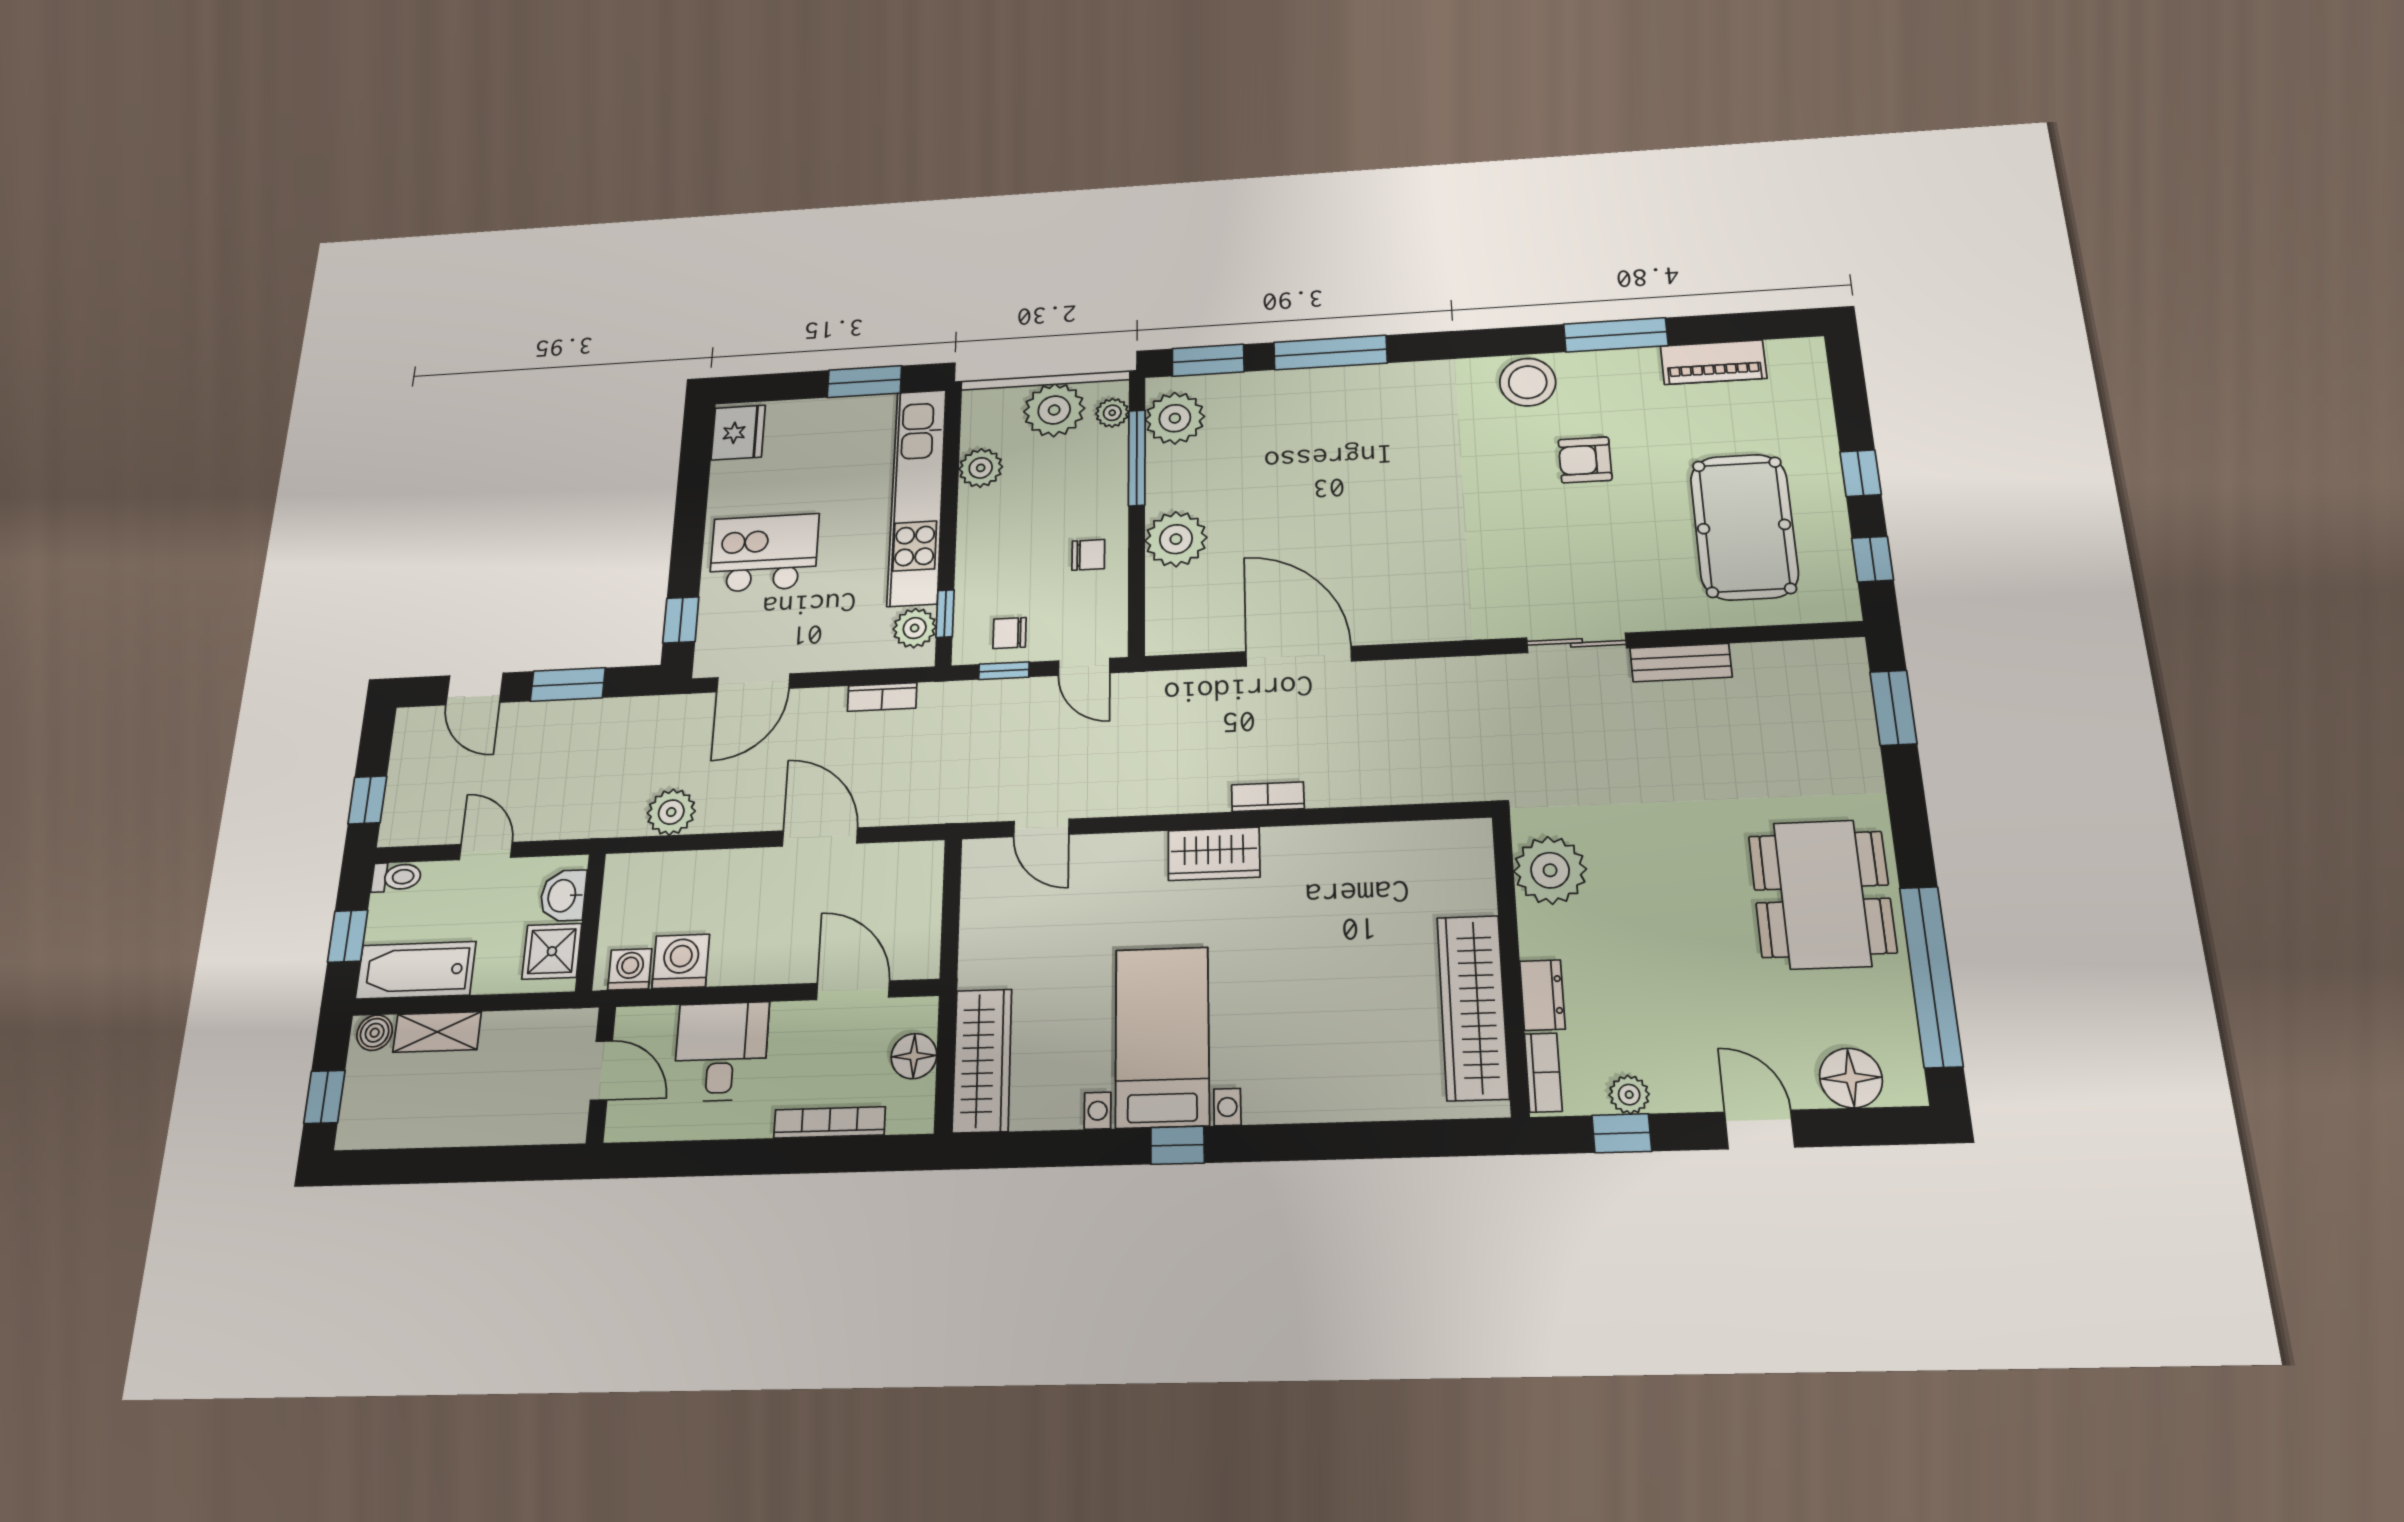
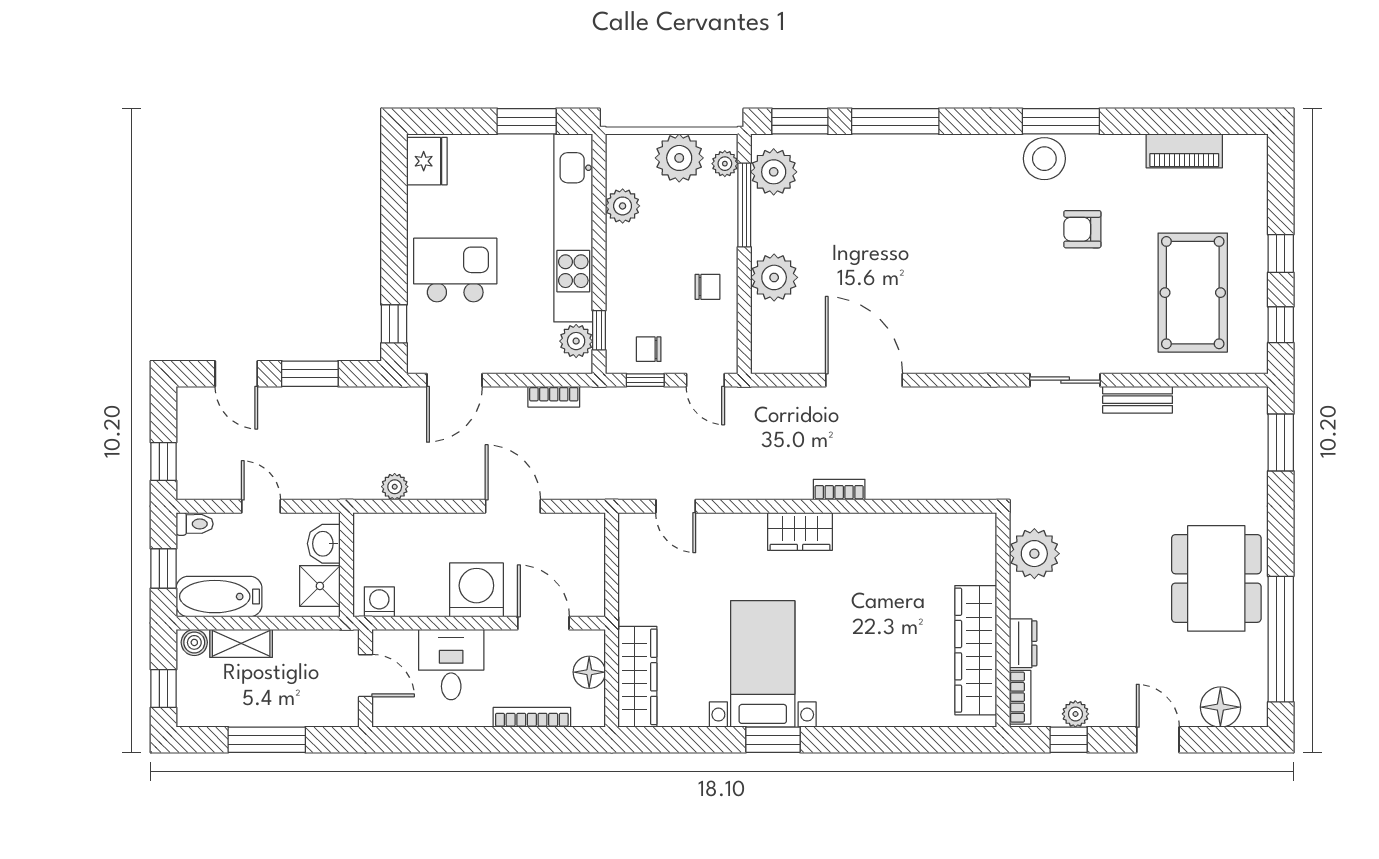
window: (1616, 335) -> (1061, 121), moved
plant: (671, 812) -> (395, 487), width x0.73, depth x0.73
washing machine: (681, 961) -> (476, 590), moved, width x1.37, depth x1.37
window: (1178, 1145) -> (773, 740), width x1.50
window: (456, 1165) -> (267, 740), added

